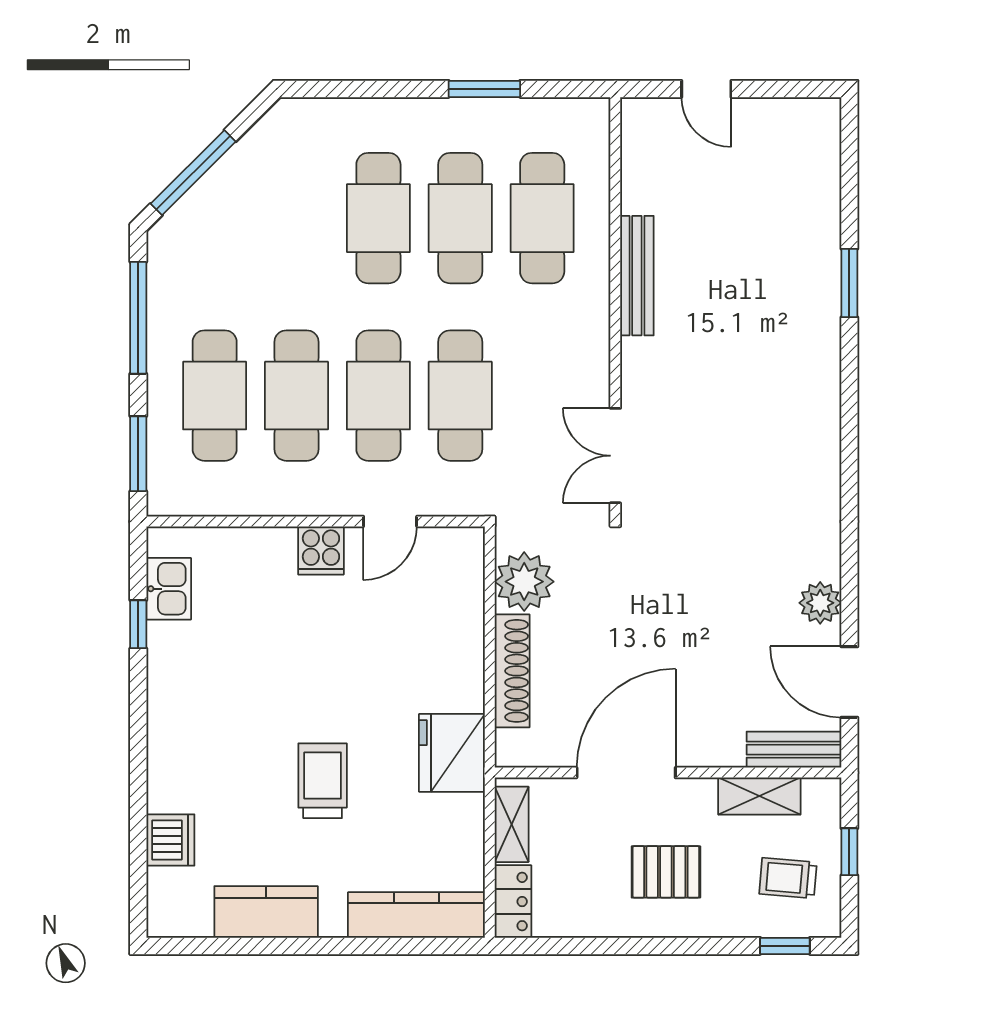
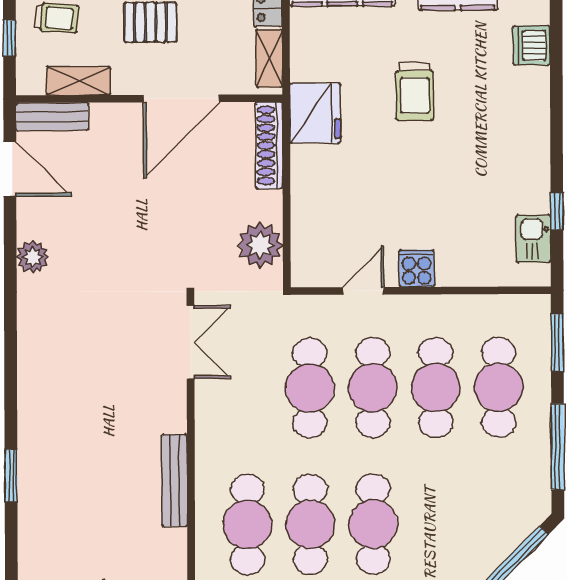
plant: (820, 603) -> (33, 257), moved
shoe rack: (512, 671) -> (269, 145), moved

